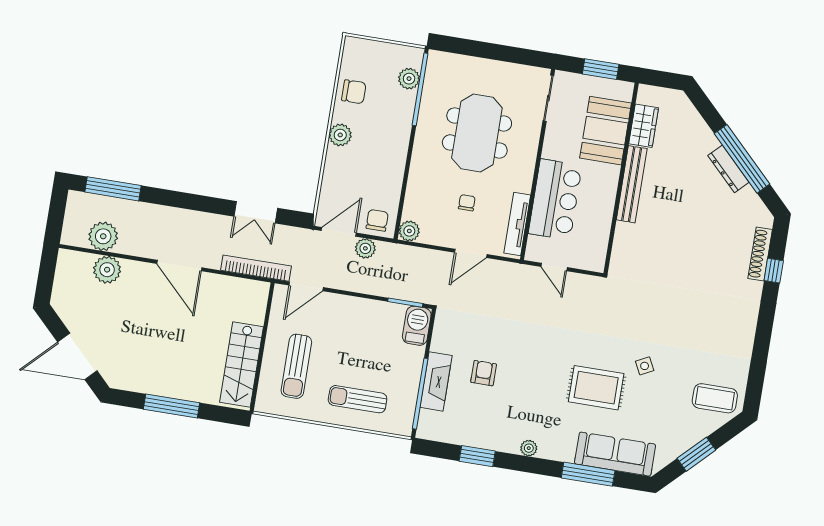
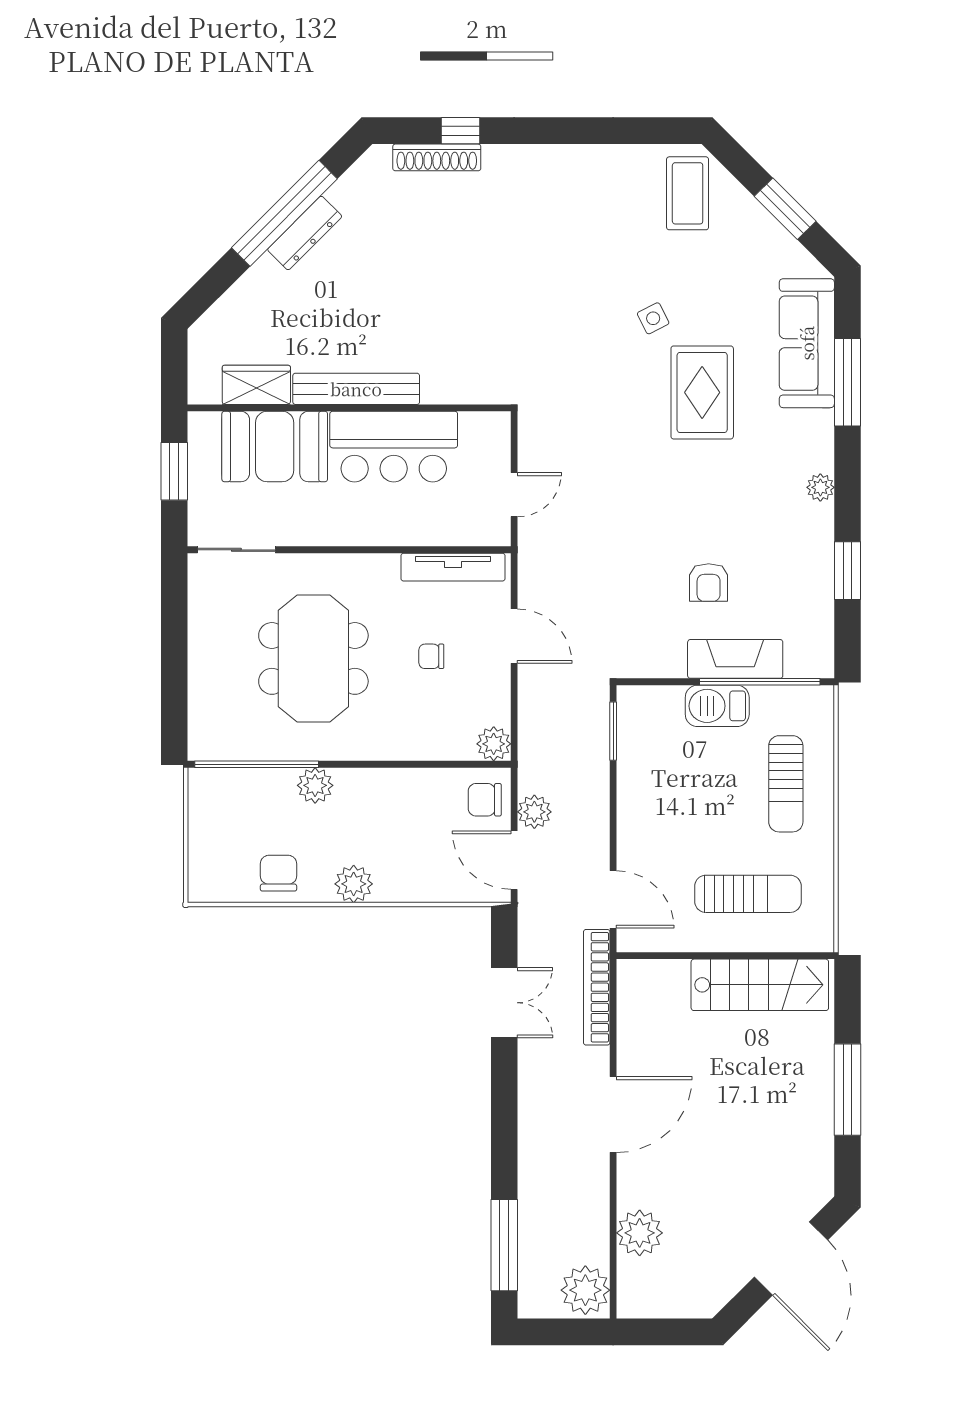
plant: (409, 79) -> (315, 785), moved
meeting table: (477, 133) -> (313, 658), turned 90
bar counter: (555, 199) -> (394, 447), moved, turned 180
plant: (103, 236) -> (585, 1290), moved
barbecue: (417, 326) -> (717, 706), moved
armchair: (484, 373) -> (709, 583), turned -90

